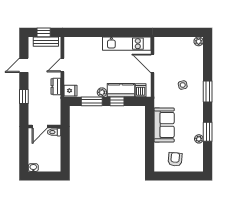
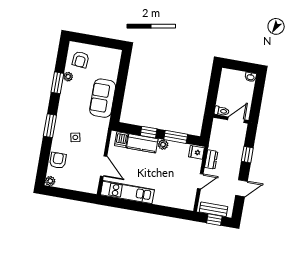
armchair: (195, 61) -> (58, 160), added
armchair: (175, 159) -> (81, 60), moved

